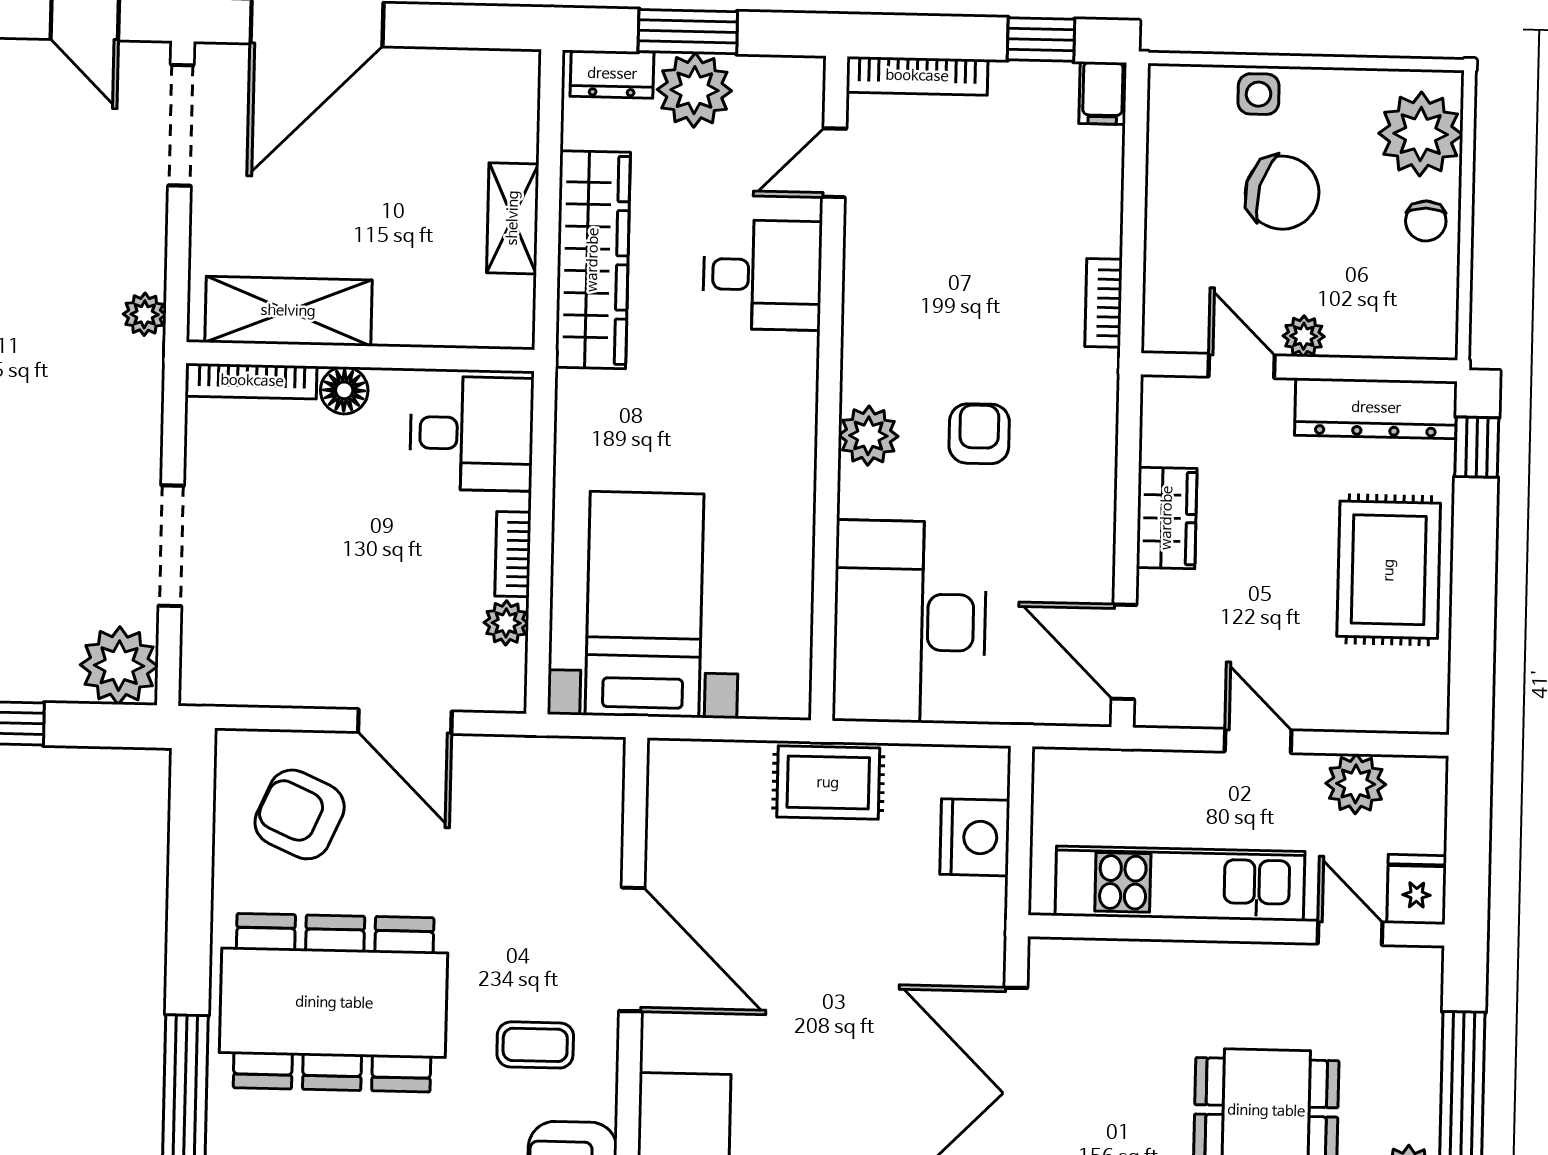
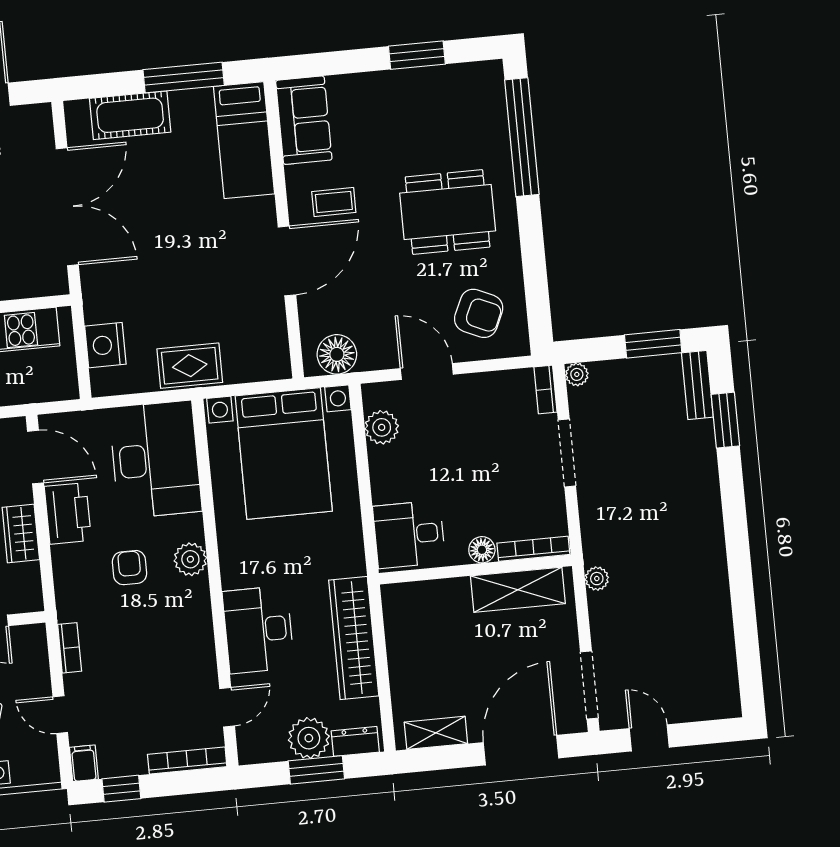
door: (1134, 185) -> (60, 715), added
shelving: (513, 218) -> (436, 733), moved, turned 90
desk: (762, 275) -> (258, 630), width x1.37
armchair: (979, 434) -> (130, 568), turned 180
printer: (1078, 544) -> (68, 513), added
bookcase: (513, 554) -> (545, 390), moved, turned 180
bed with nightstands: (645, 604) -> (284, 453), width x1.36
plant: (506, 623) -> (382, 427), width x1.38, depth x1.38
plant: (119, 666) -> (577, 374), width x0.53, depth x0.53
floor lamp: (562, 771) -> (337, 354), added
door: (632, 949) -> (287, 261), swing flipped
dining table: (334, 1003) -> (448, 212), width x0.73, depth x0.80

